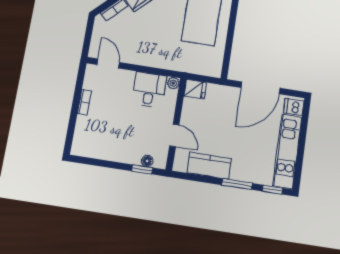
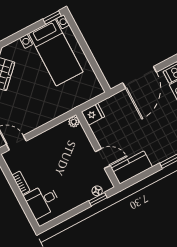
desk: (149, 90) -> (42, 201), moved, turned -90
kitchen counter: (209, 166) -> (132, 168), moved

